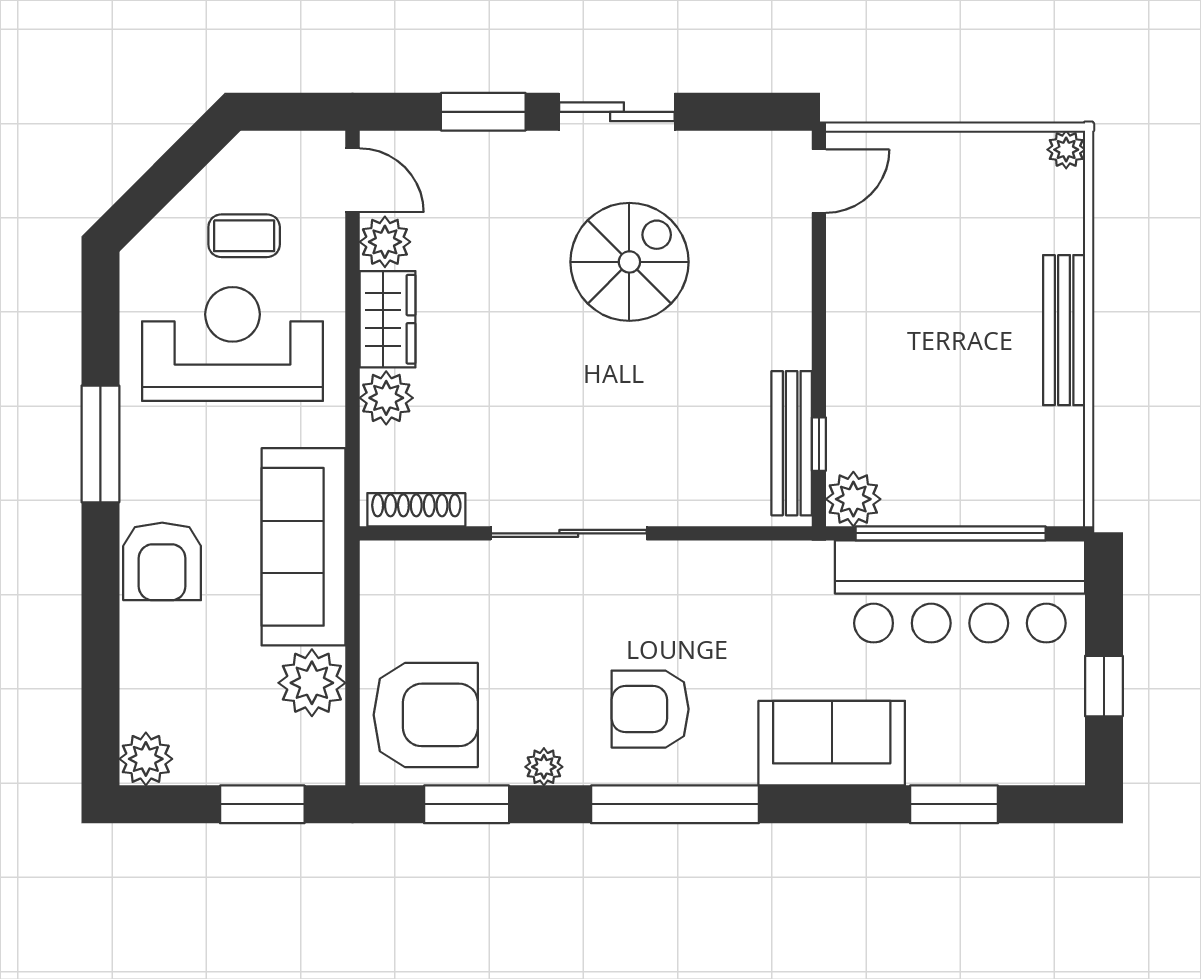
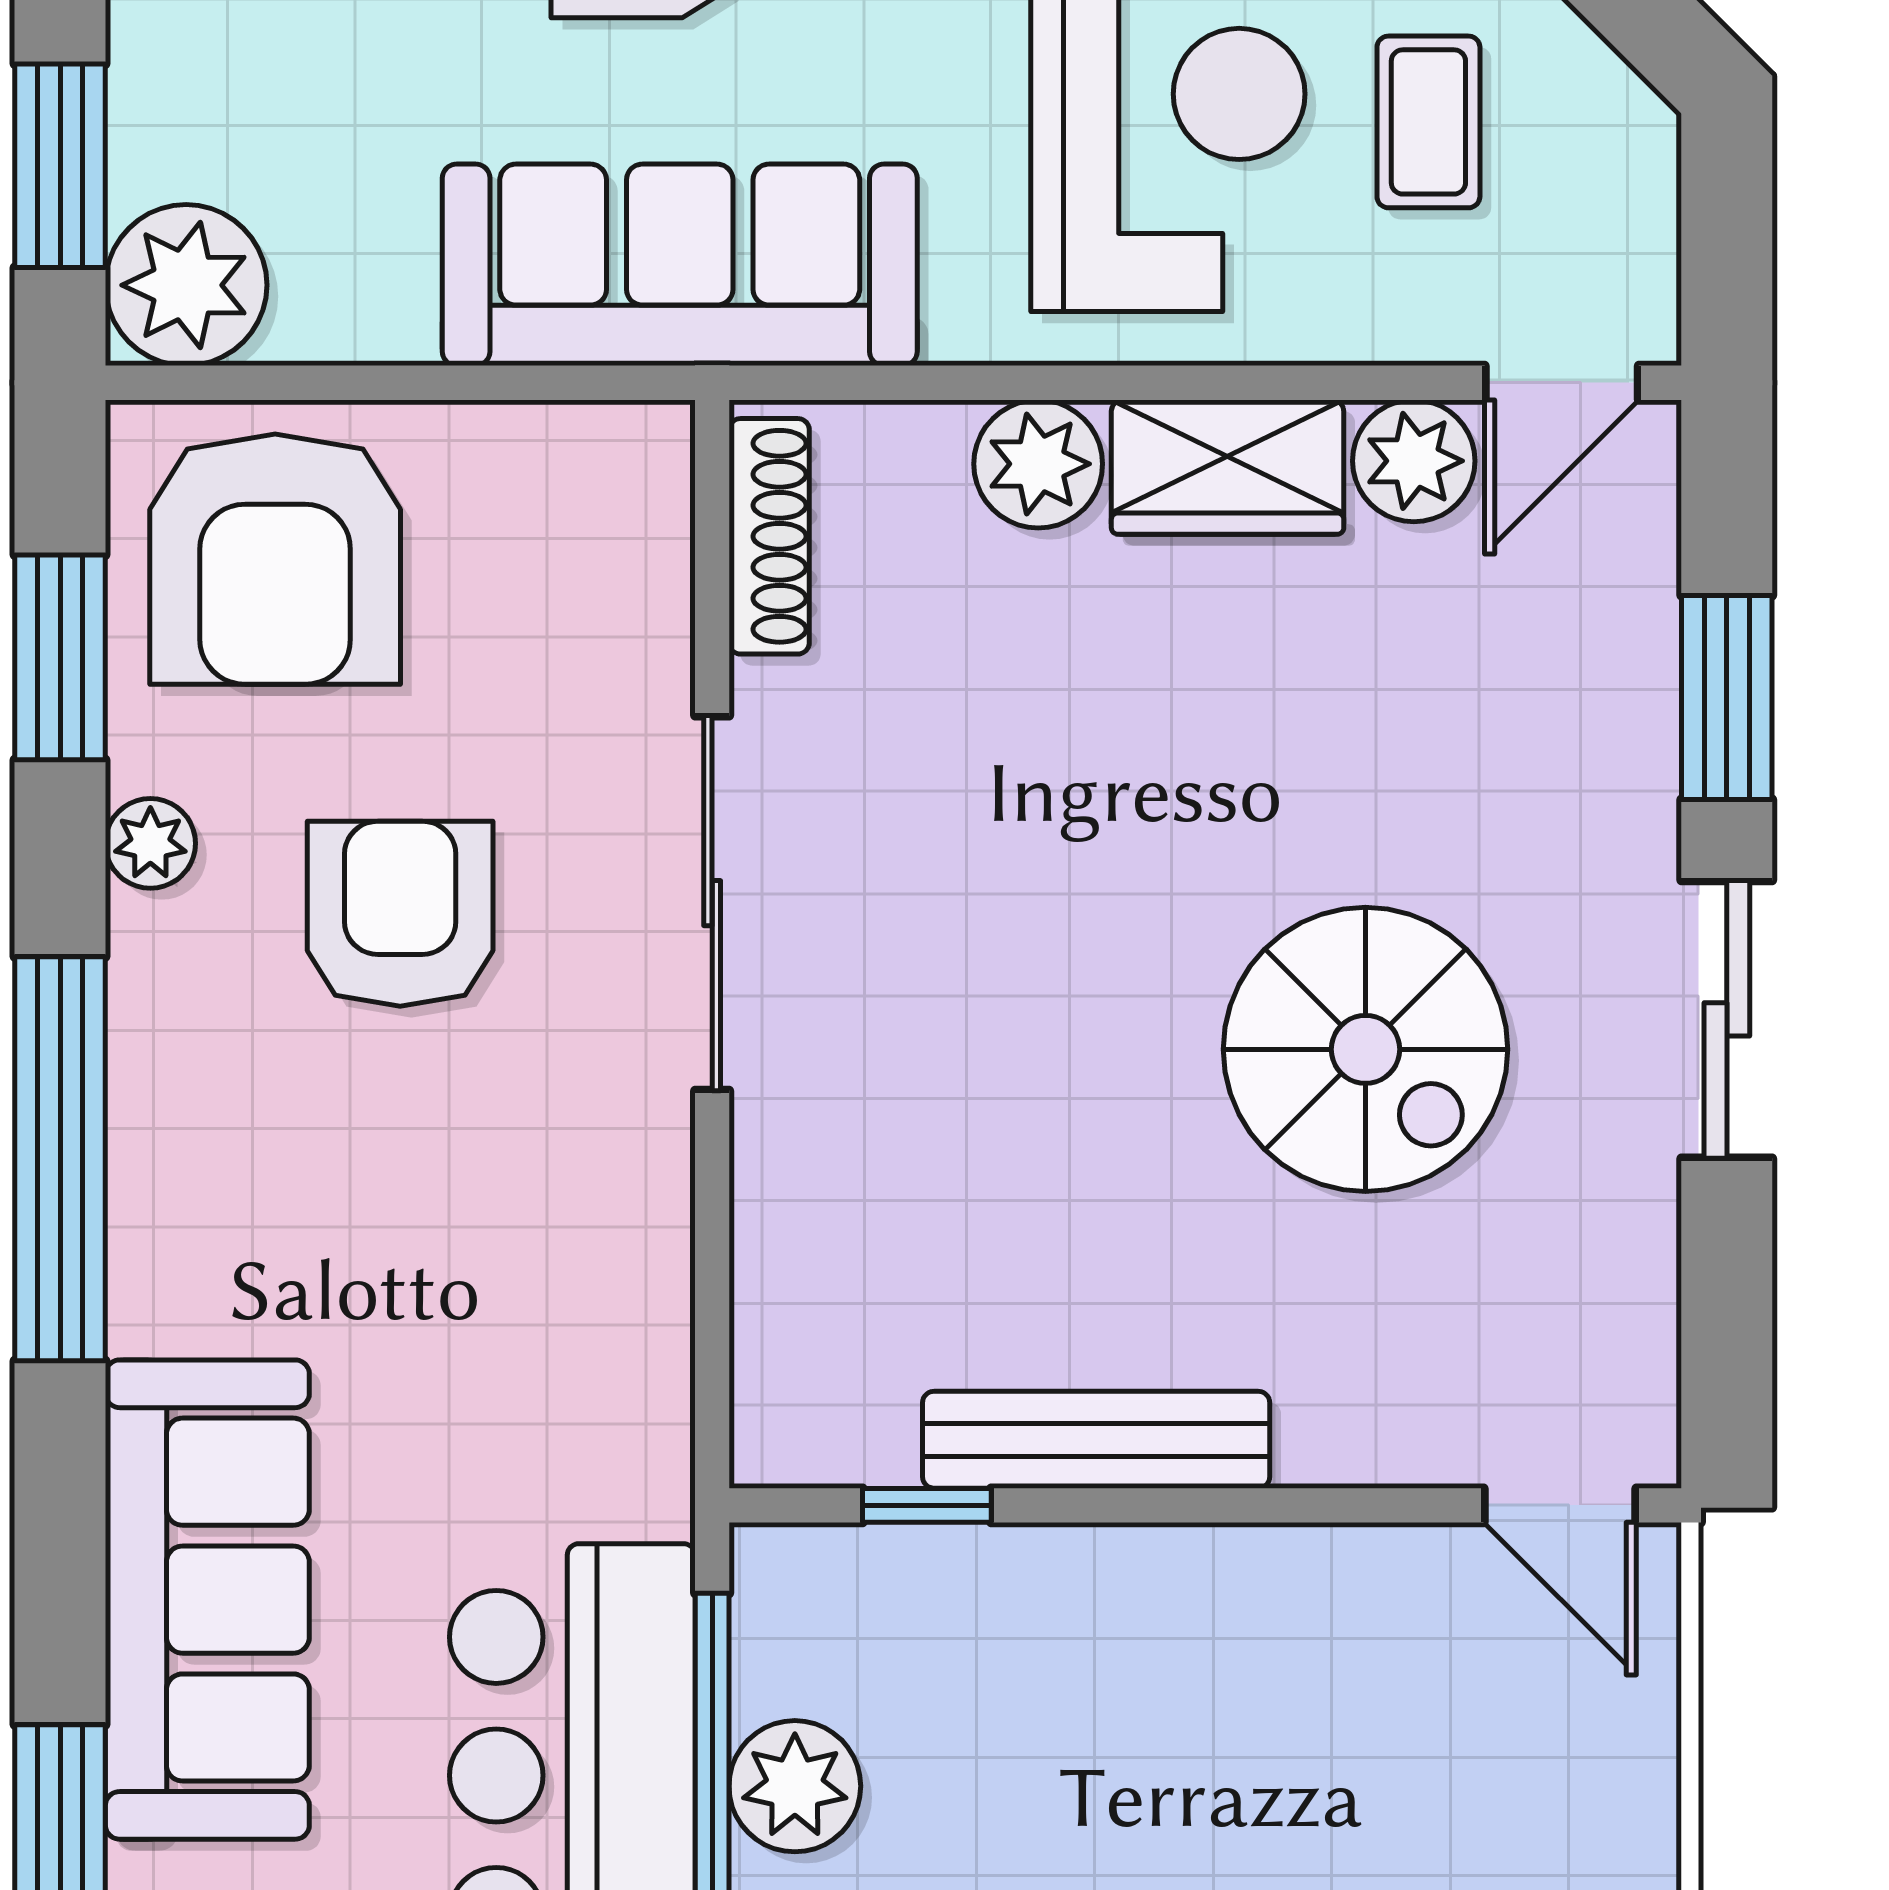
bench: (792, 443) -> (1096, 1440), moved
plant: (853, 499) -> (795, 1786), moved
plant: (312, 683) -> (186, 285), moved
armchair: (650, 709) -> (400, 914), moved
sofa: (832, 743) -> (207, 1600), width x1.36

